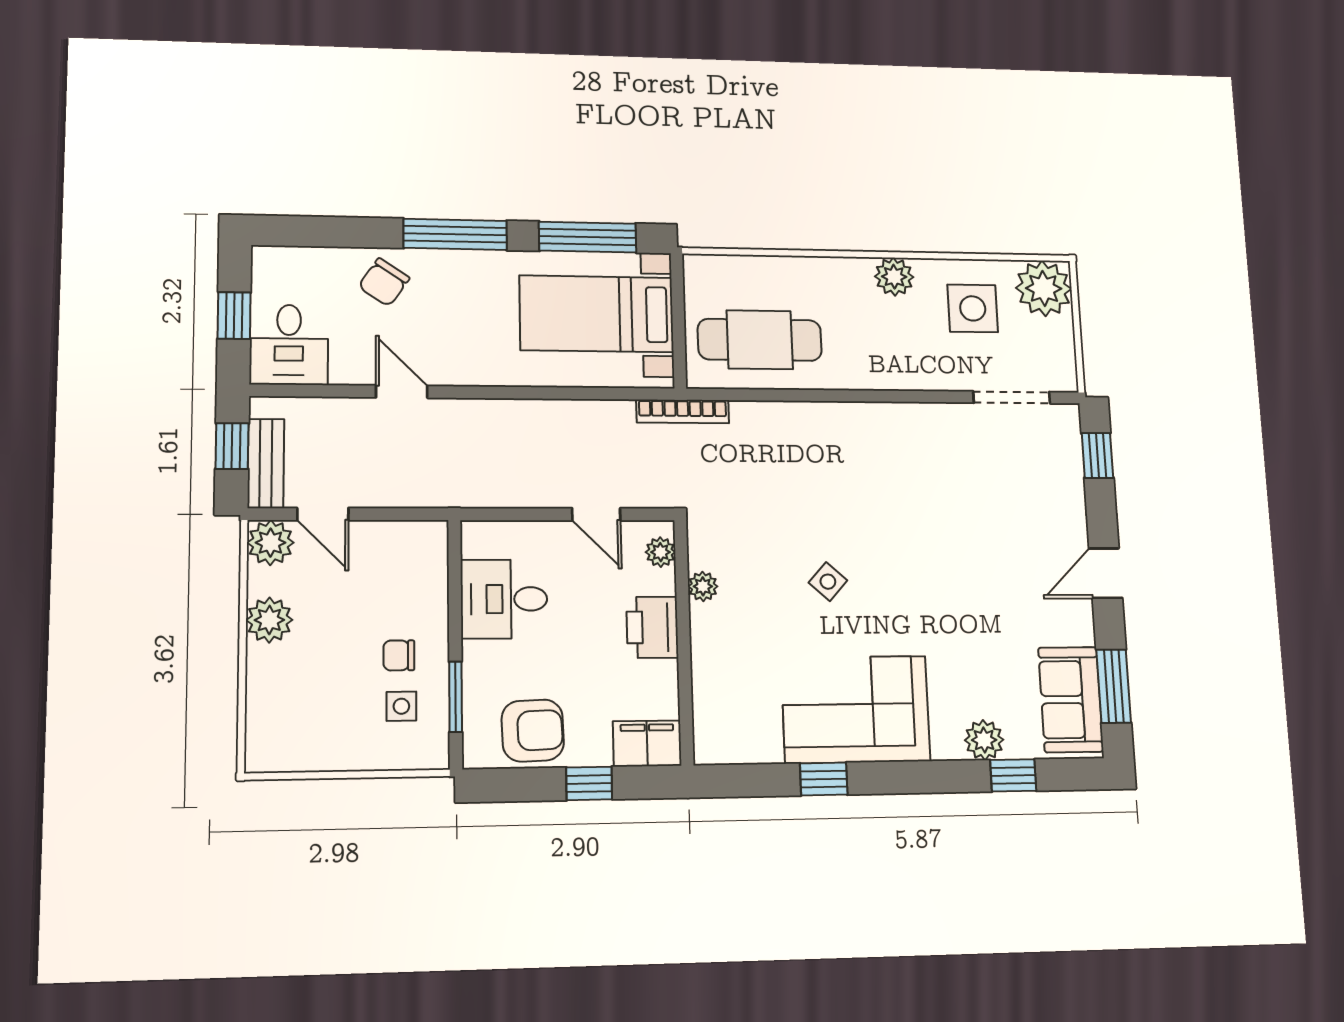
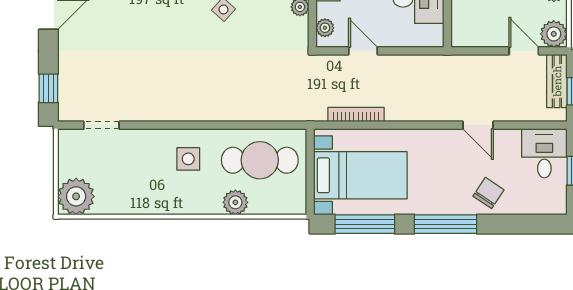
plant: (894, 277) -> (235, 202), moved
side table: (973, 308) -> (188, 159), moved, width x0.73, depth x0.73
doorway: (1012, 397) -> (101, 125), width x0.73
bookcase: (683, 411) -> (356, 114), moved

